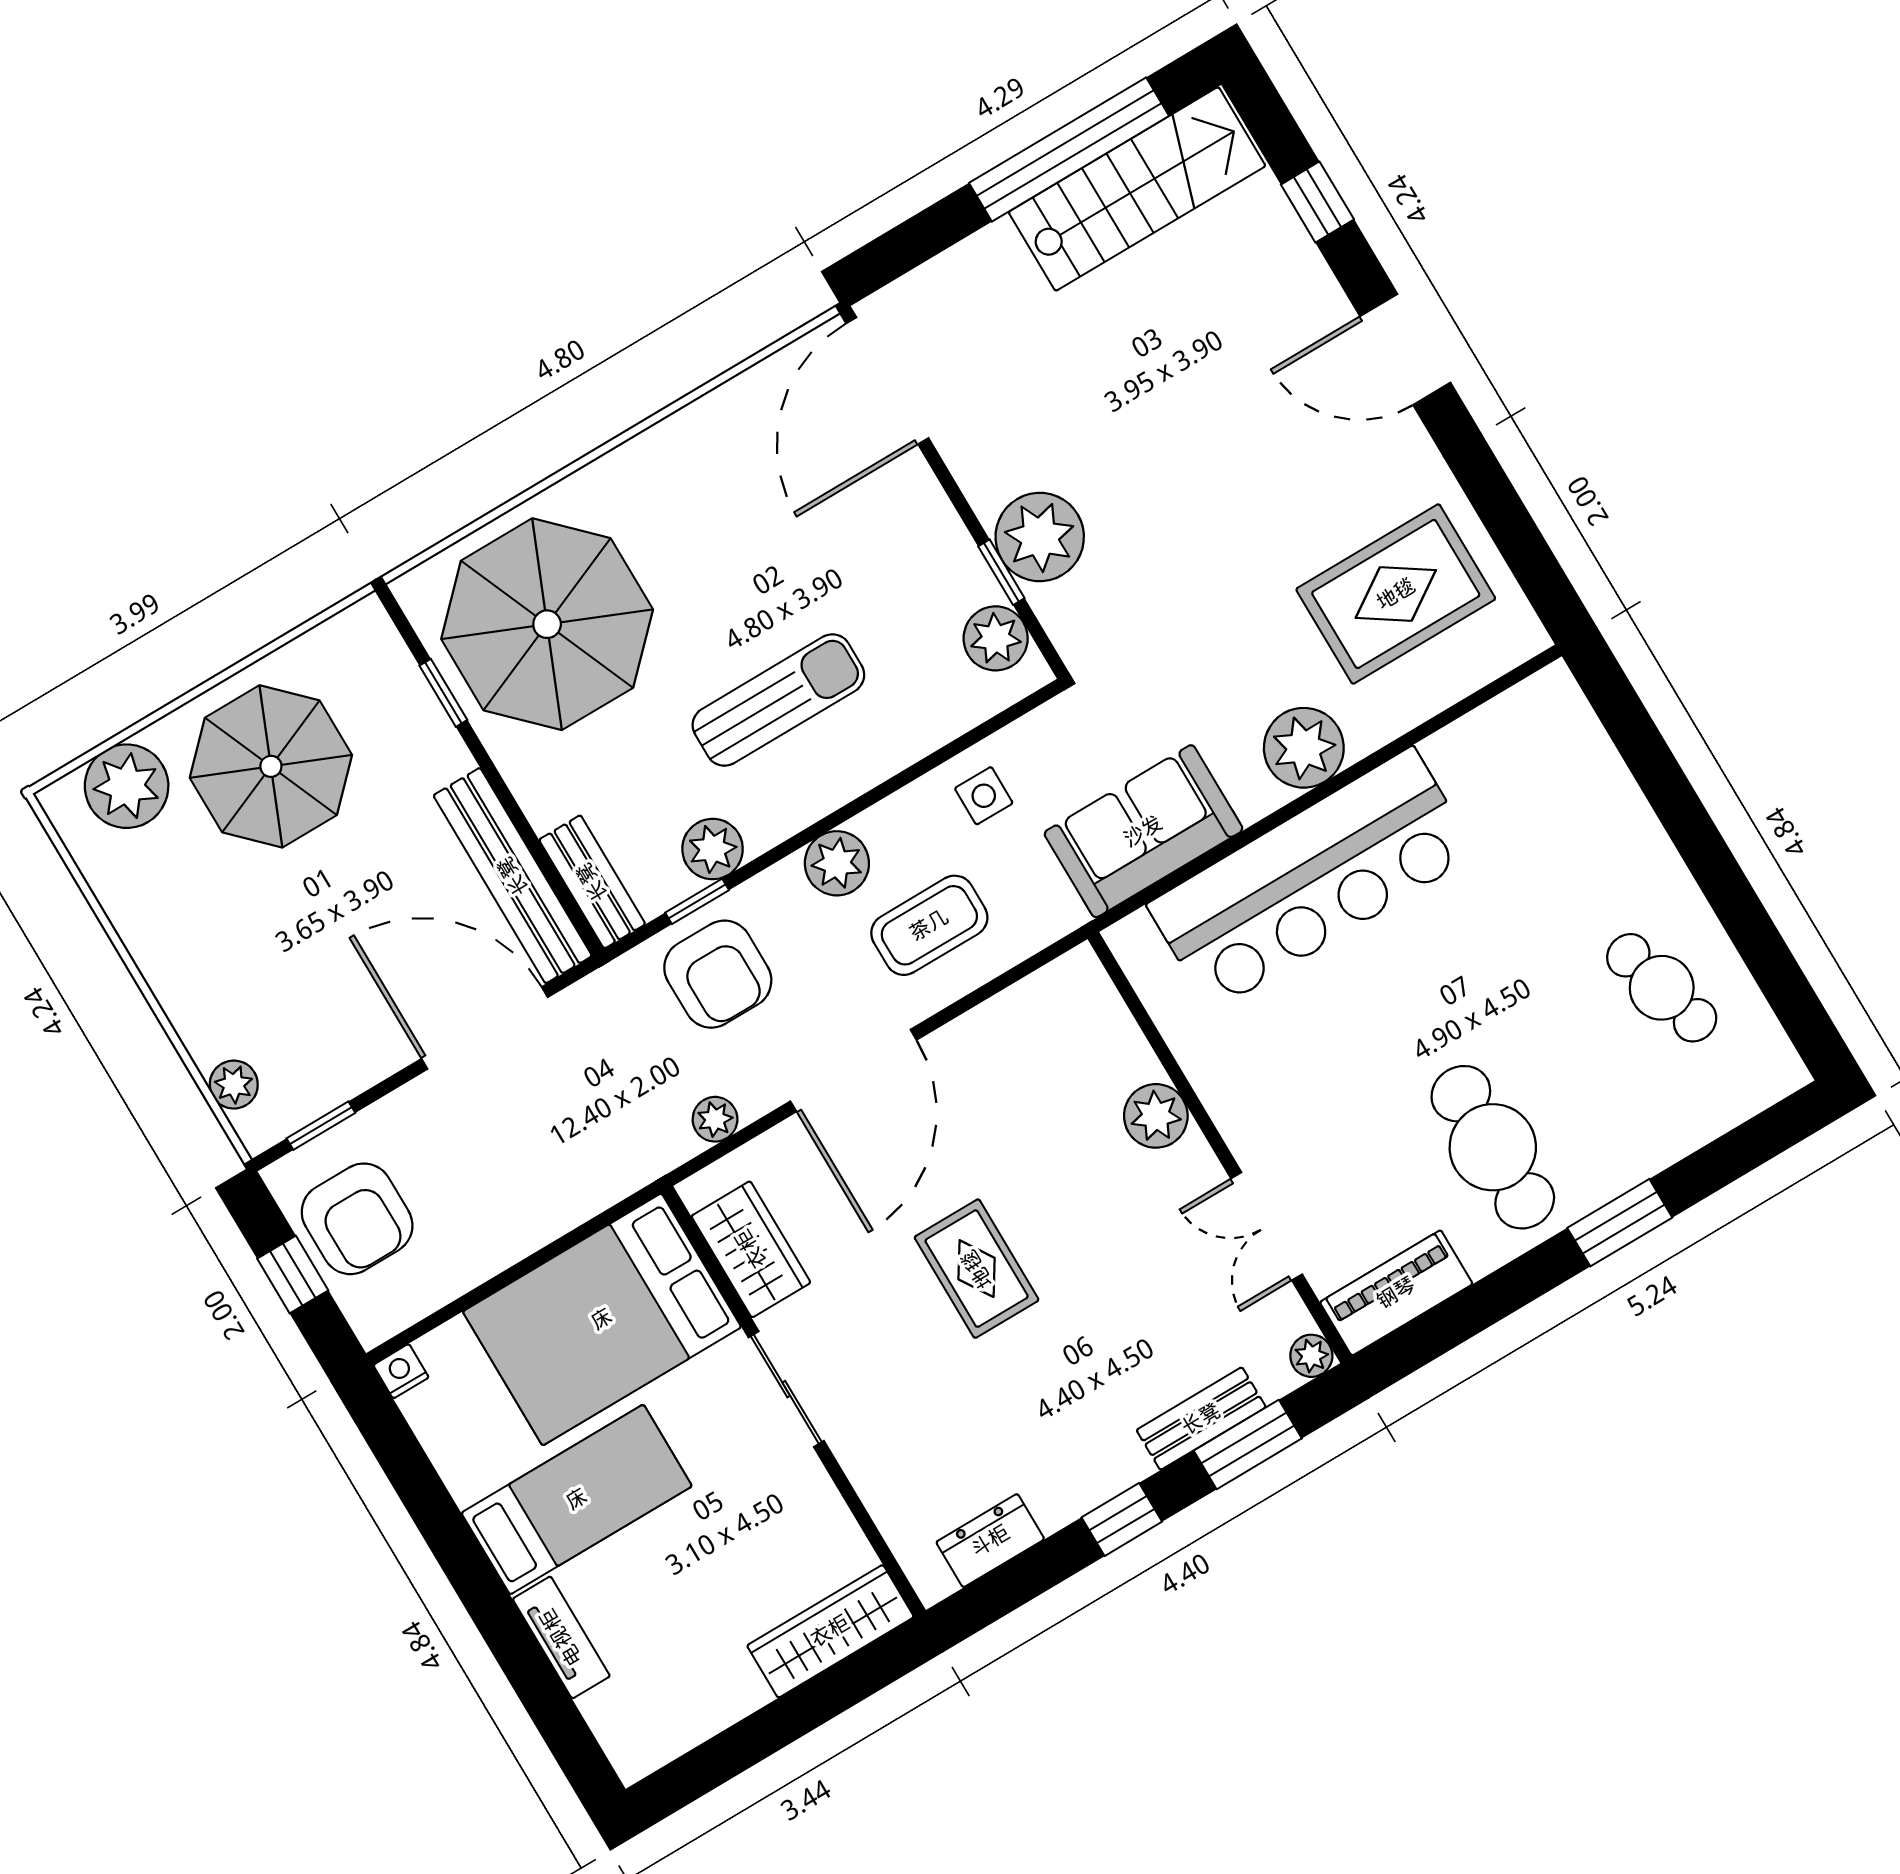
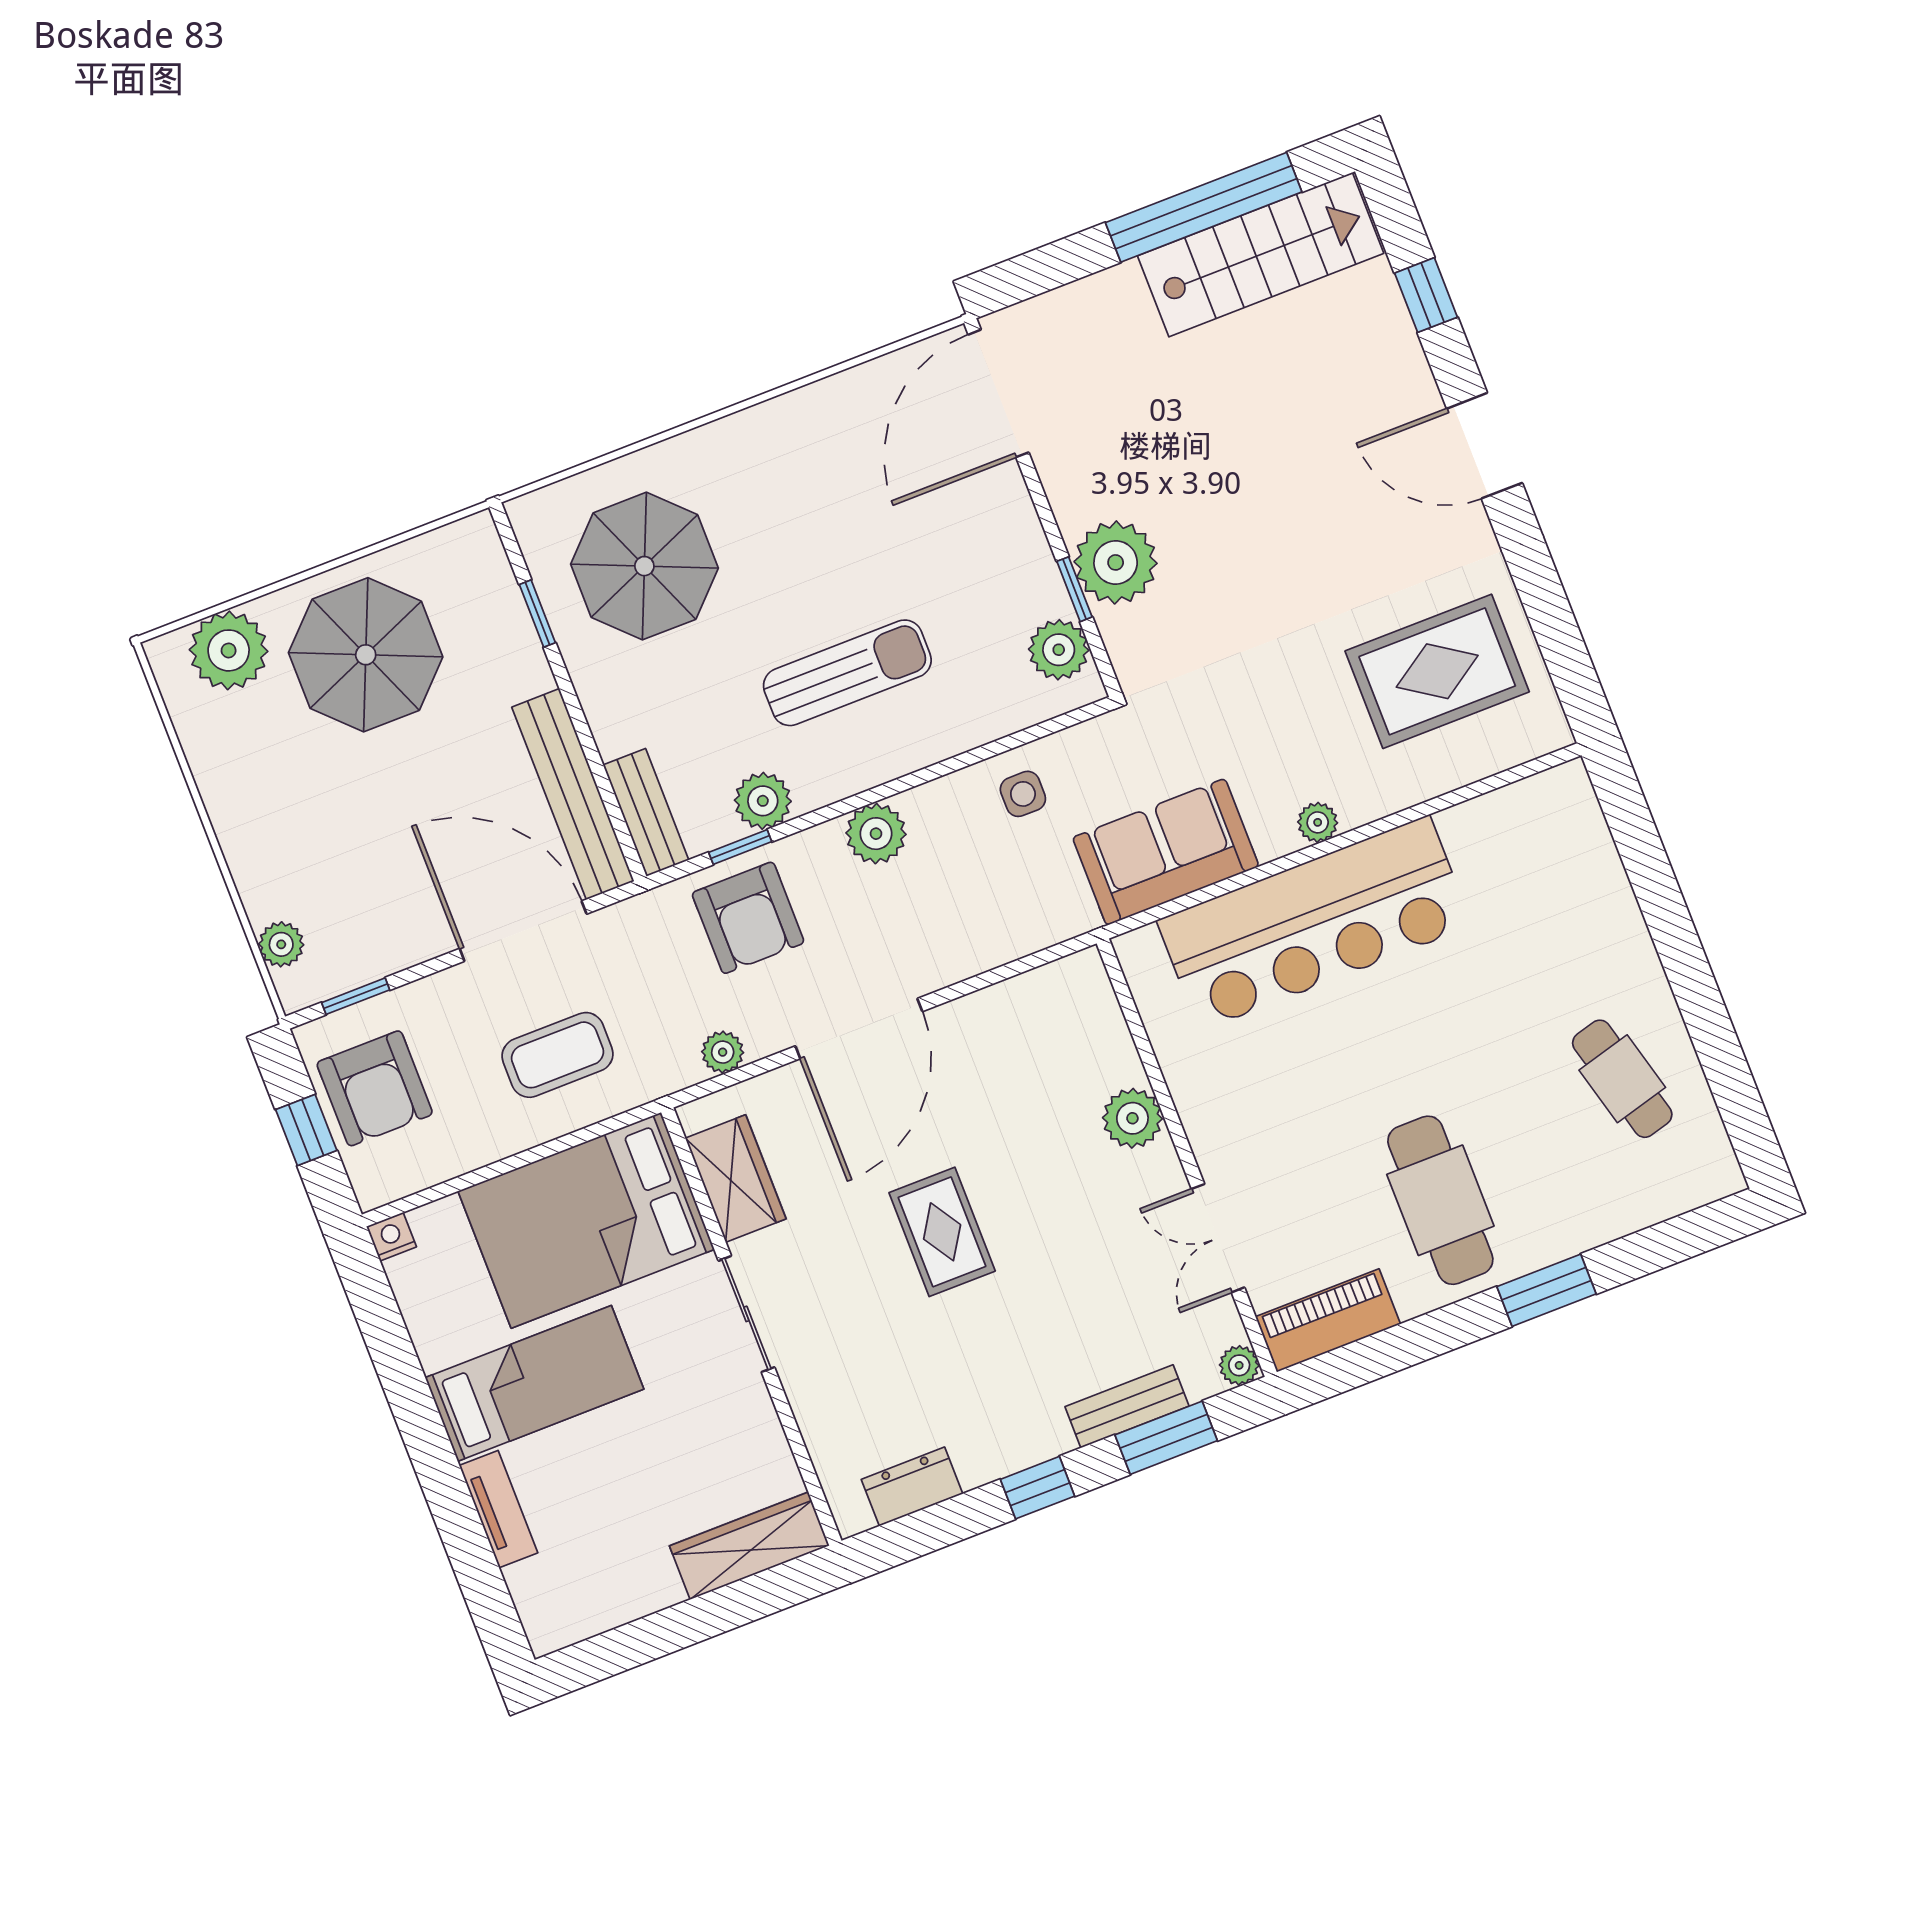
parasol: (547, 624) -> (644, 566), width x0.73, depth x0.73
plant: (1304, 748) -> (1318, 822), width x0.53, depth x0.53
coffee table: (929, 925) -> (558, 1055), moved

